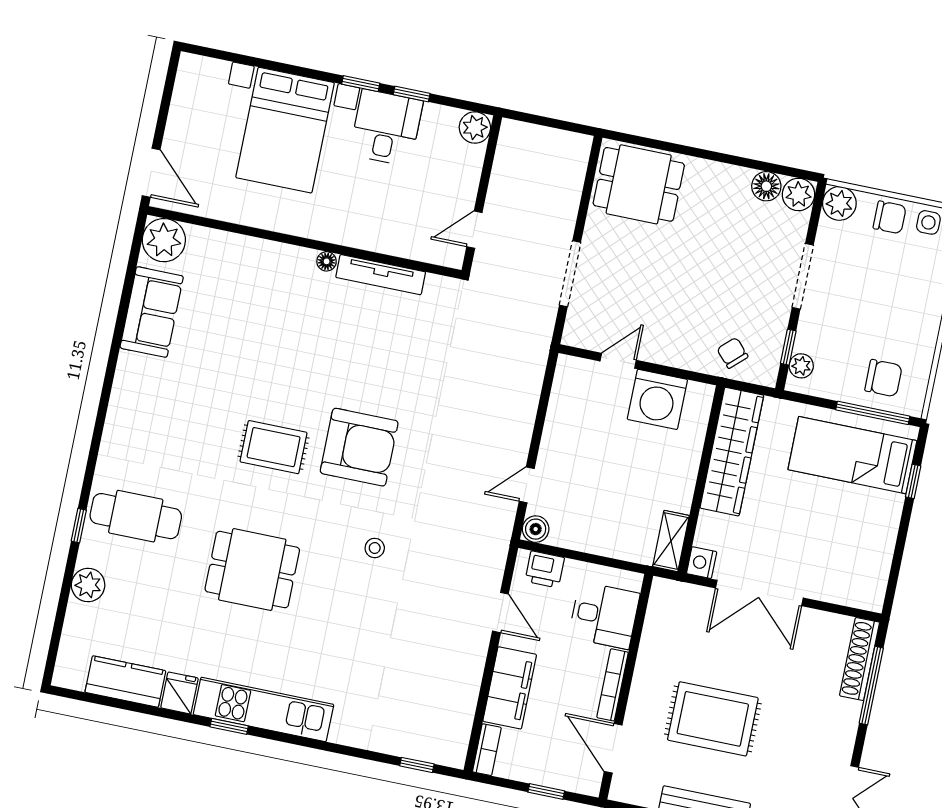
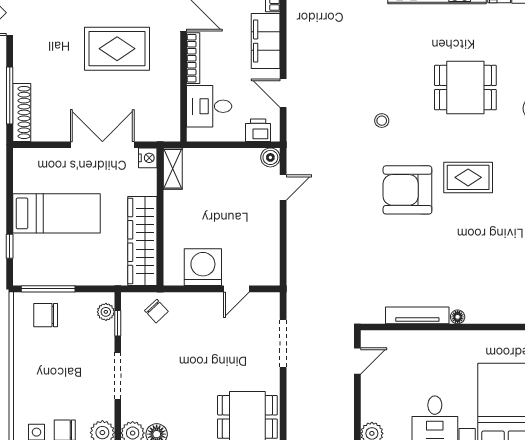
bed: (852, 455) -> (56, 213), moved

